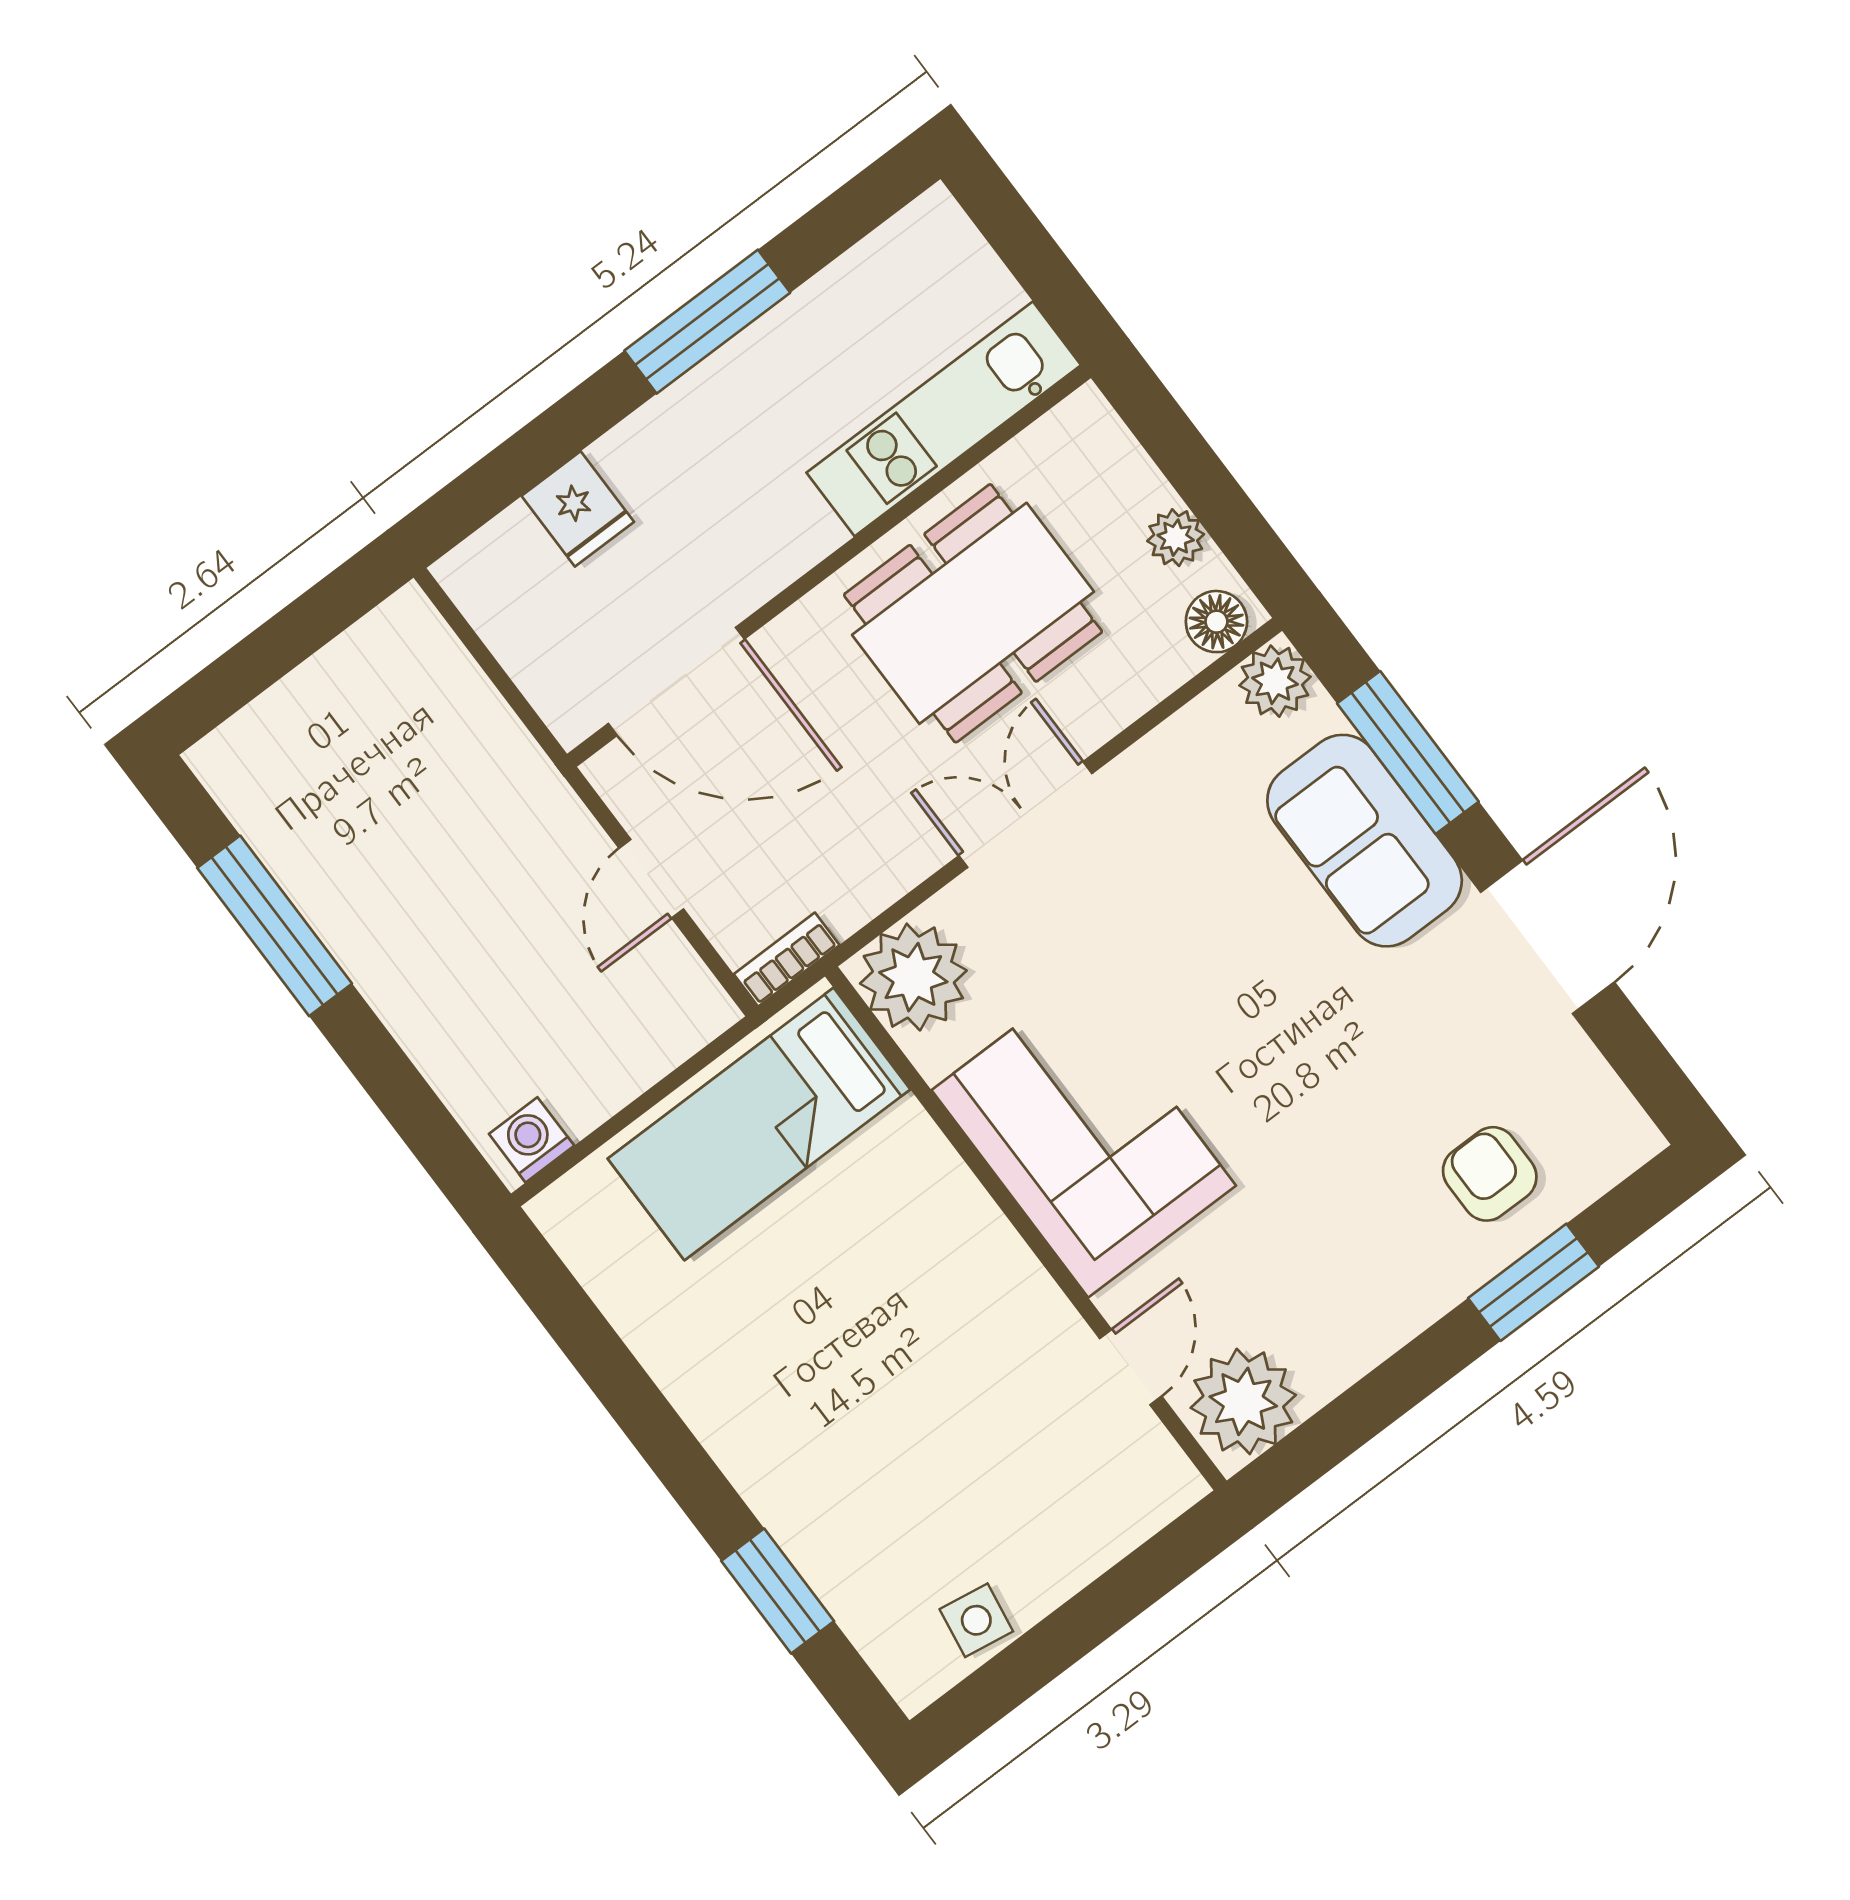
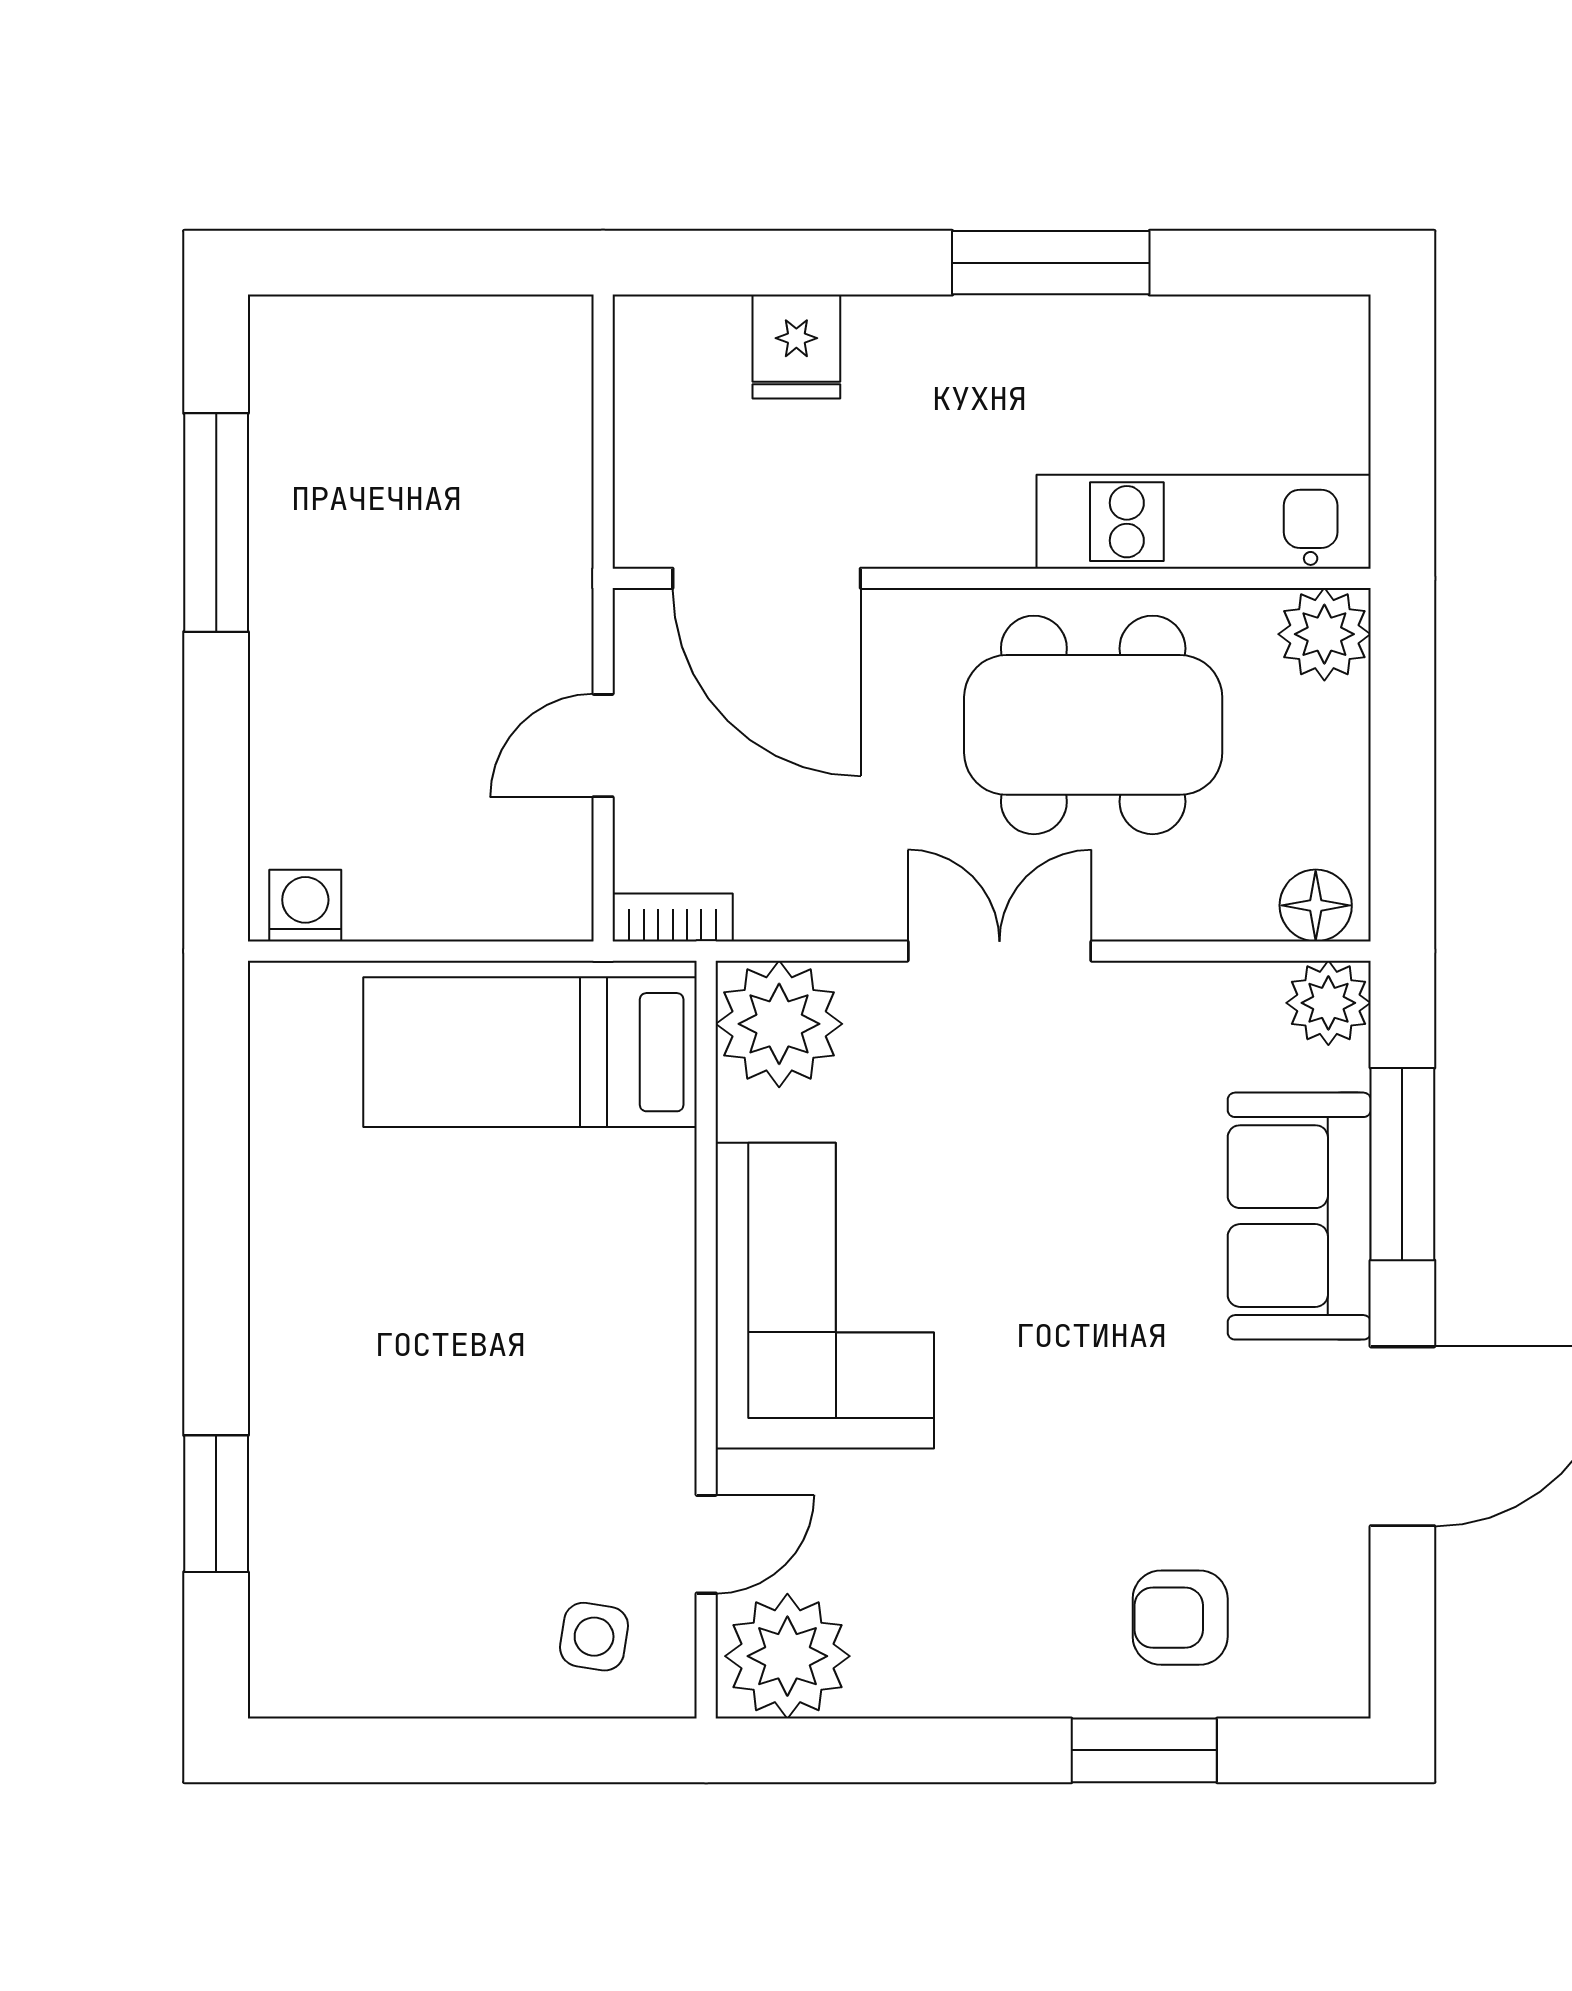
plant: (1176, 538) -> (1324, 634), moved, width x1.38, depth x1.38
armchair: (1490, 1174) -> (1180, 1618), turned -90
side table: (976, 1620) -> (594, 1637), moved

